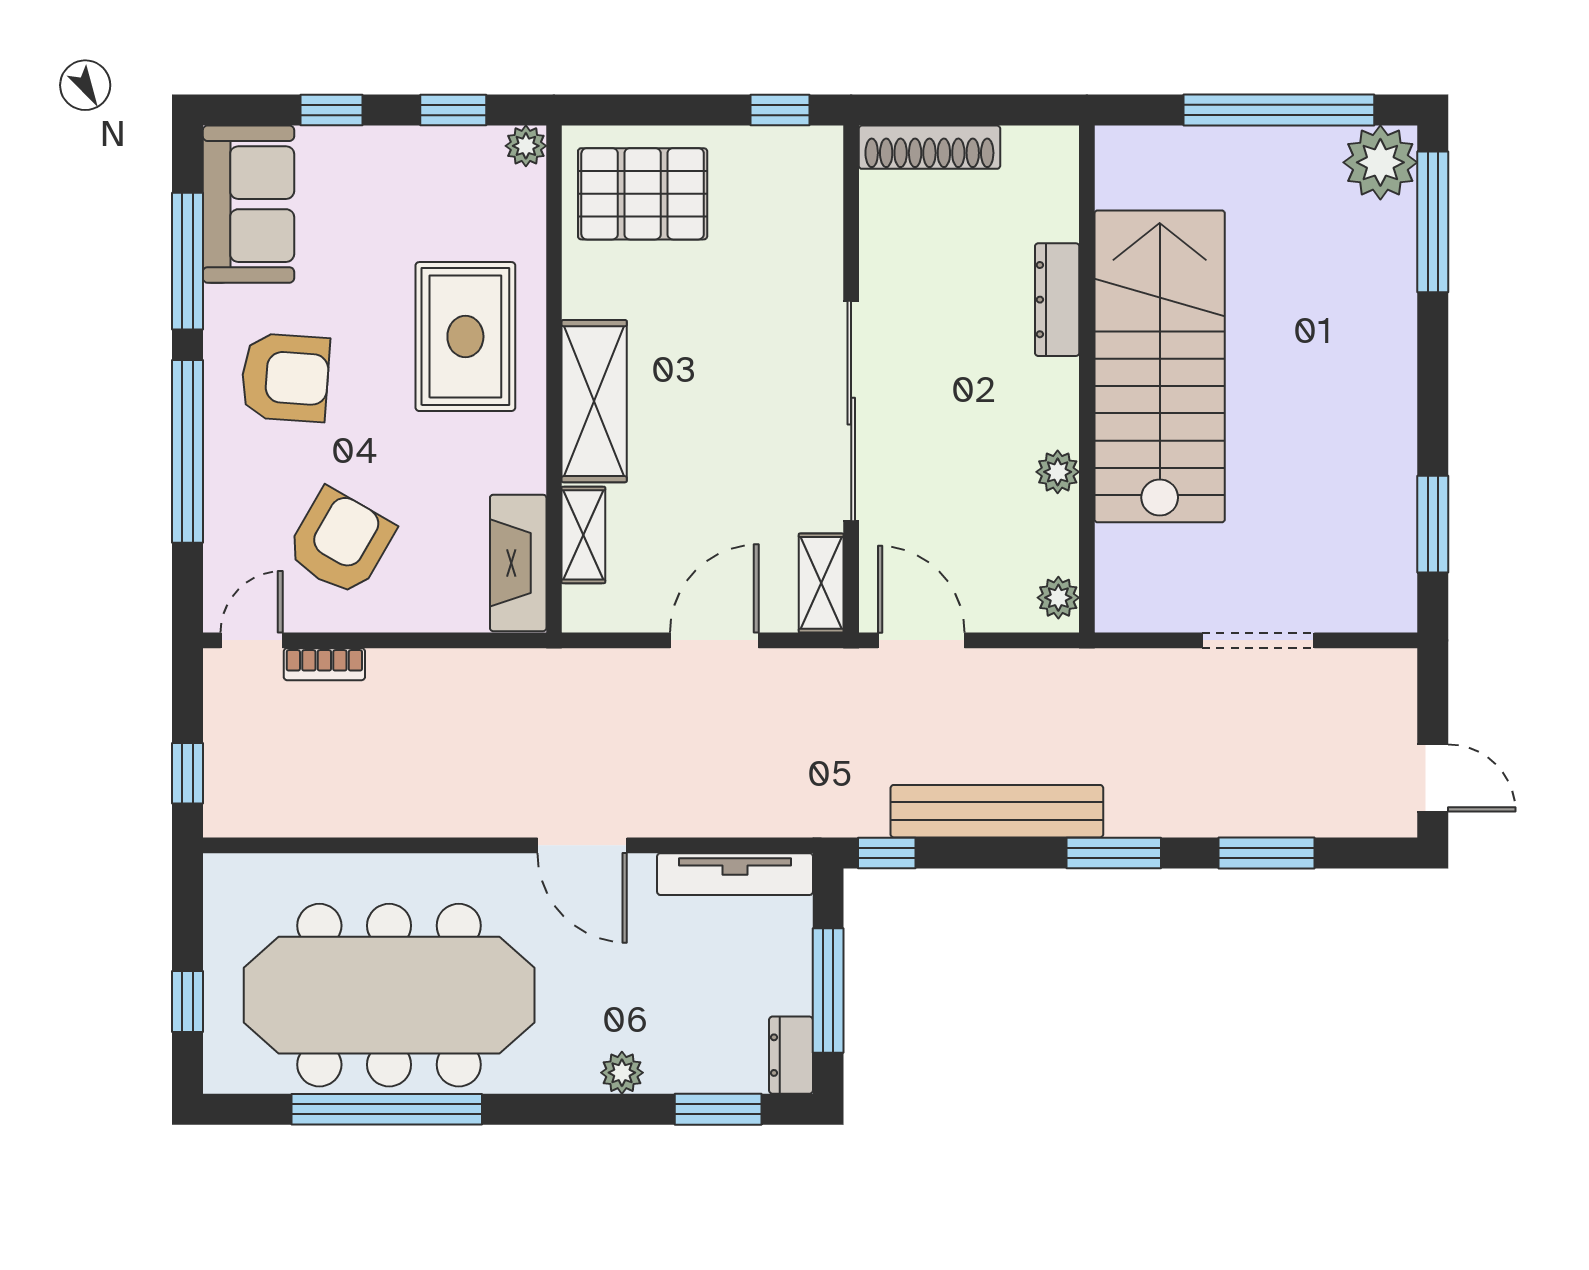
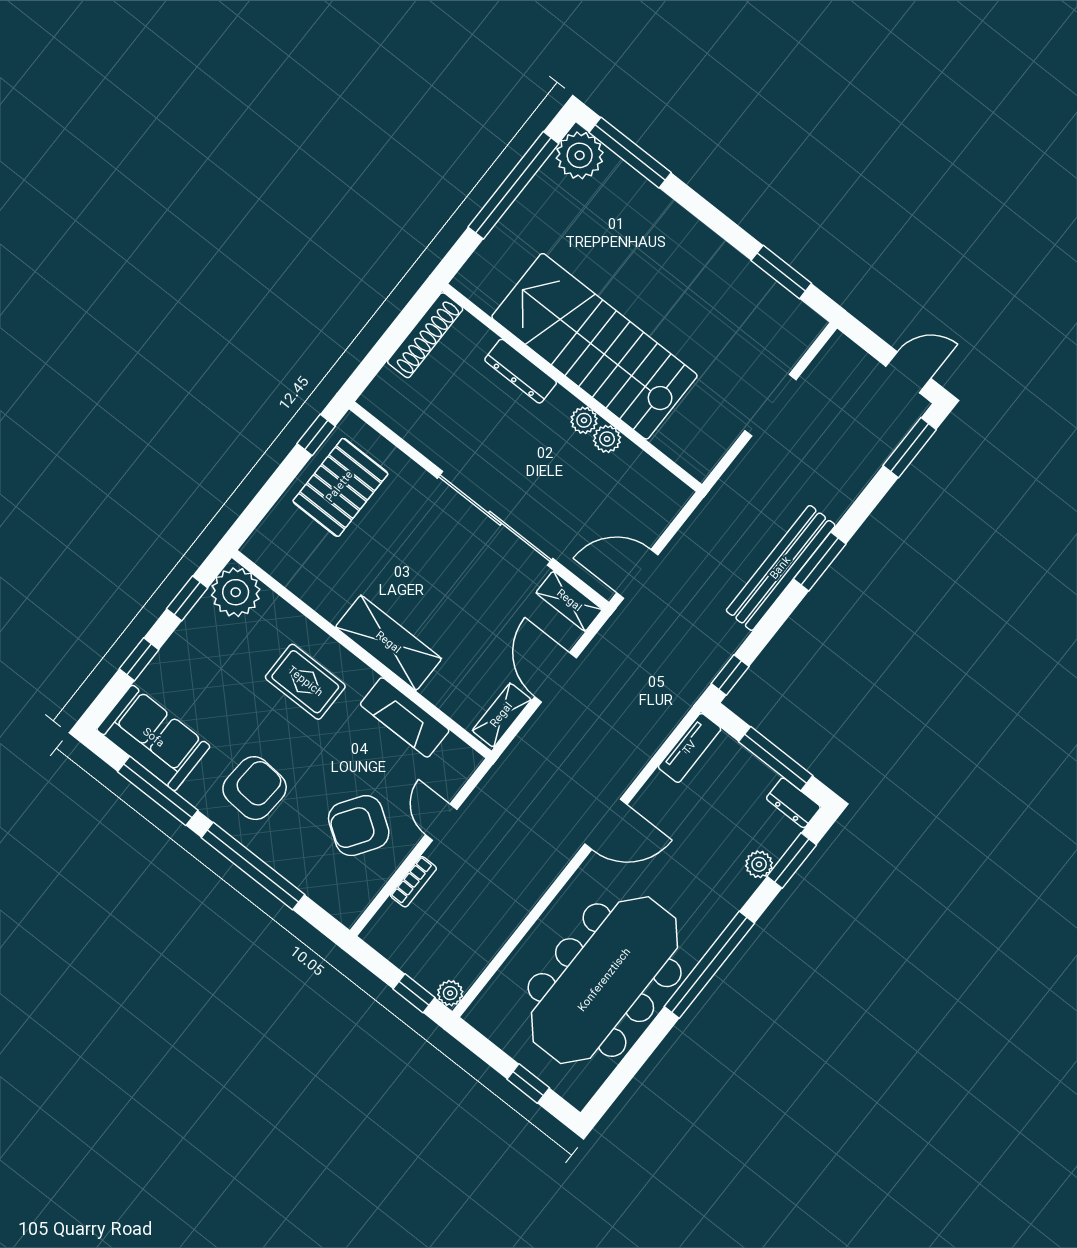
plant: (526, 146) -> (236, 592), width x1.88, depth x1.88
shoe rack: (929, 147) -> (425, 335), moved
pallet: (643, 194) -> (340, 487), moved
rug: (465, 337) -> (305, 682), width x0.73, depth x0.70
shelving: (583, 535) -> (502, 715), moved, turned 90
armchair: (340, 542) -> (359, 826), turned -86
fireplace: (518, 563) -> (405, 717), moved
plant: (1058, 598) -> (584, 420), moved
door: (252, 640) -> (441, 822), moved
bench: (997, 811) -> (781, 568), moved
plant: (223, 818) -> (450, 993), added
window: (1266, 853) -> (910, 448), moved
tv unit: (735, 874) -> (690, 748), width x0.71
plant: (622, 1073) -> (759, 864), moved
window: (387, 1109) -> (709, 965), moved

